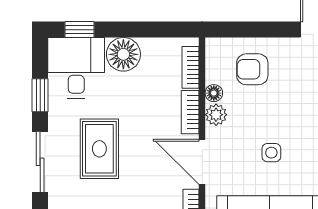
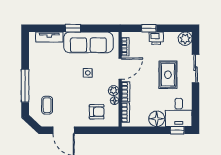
window: (40, 95) -> (196, 100), removed
door: (202, 162) -> (120, 69), hinge flipped

